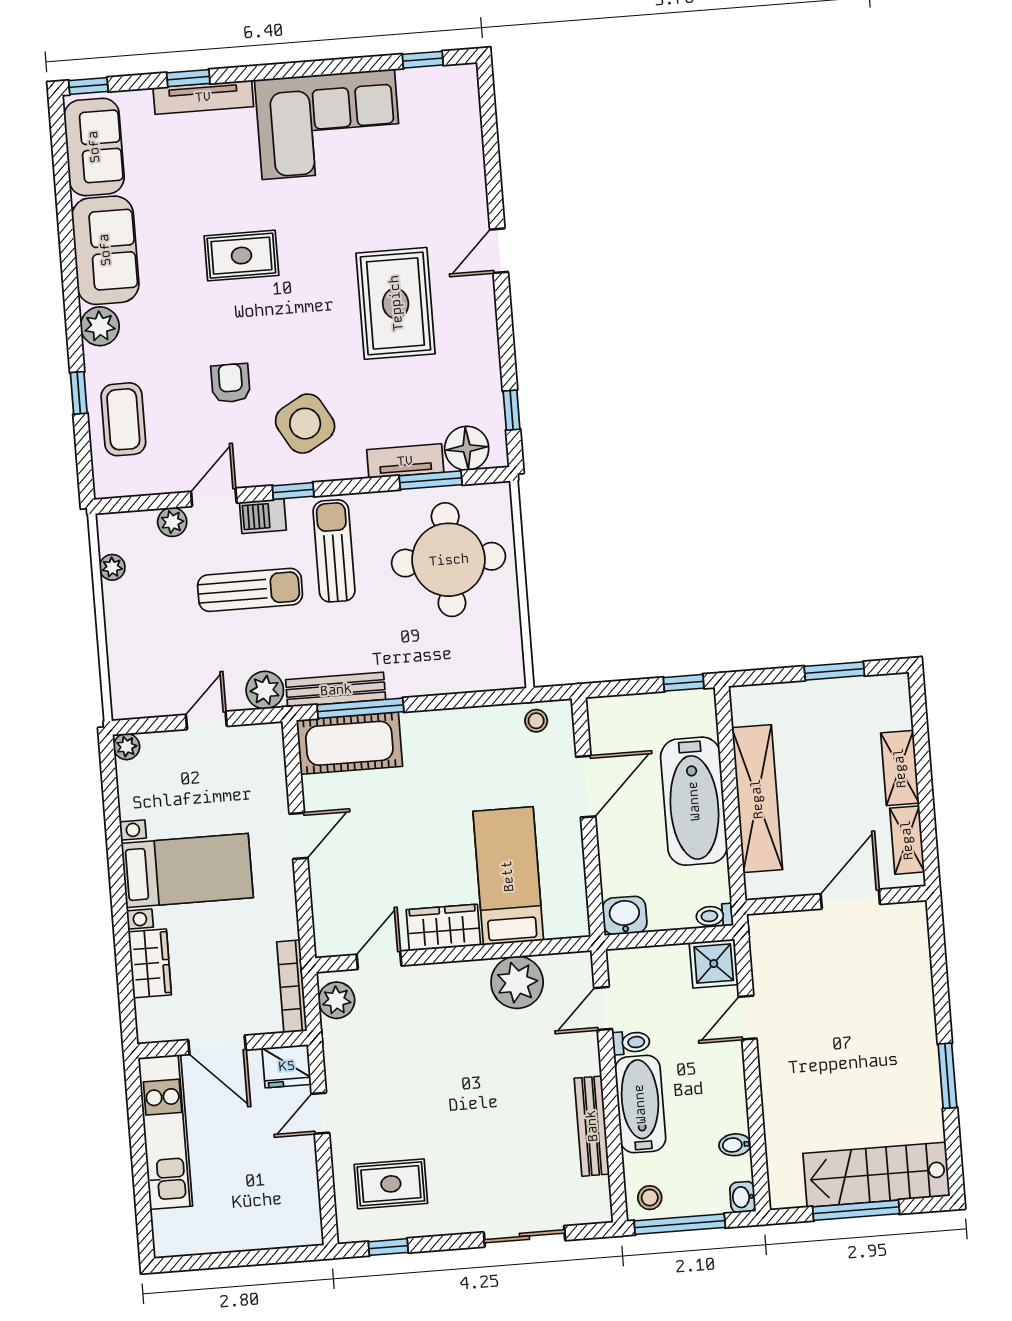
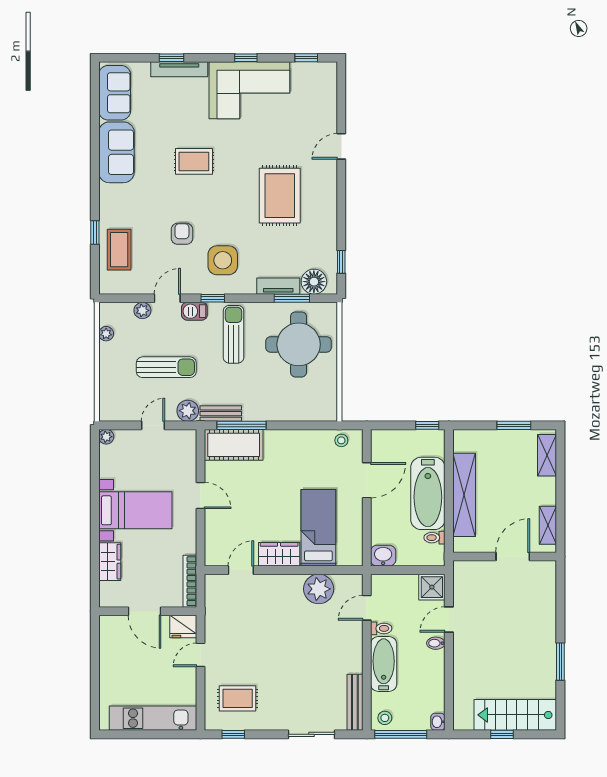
window: (88, 86) -> (246, 58), moved
door: (499, 251) -> (341, 146), moved
plant: (100, 326) -> (110, 195), removed
side table: (305, 424) -> (223, 260), turned 30
sun lounger: (250, 590) -> (166, 367), moved
bench: (336, 690) -> (221, 414), width x0.73
shelving: (900, 768) -> (547, 455), moved
door: (299, 836) -> (200, 495), hinge flipped
toilet: (715, 916) -> (434, 538), moved
plant: (337, 1000) -> (215, 591), removed
bench: (592, 1126) -> (355, 702), moved
kitchen unit: (165, 1132) -> (153, 718), moved, turned -90
bidet: (735, 1145) -> (436, 643), moved
window: (856, 1210) -> (502, 734), width x0.46

